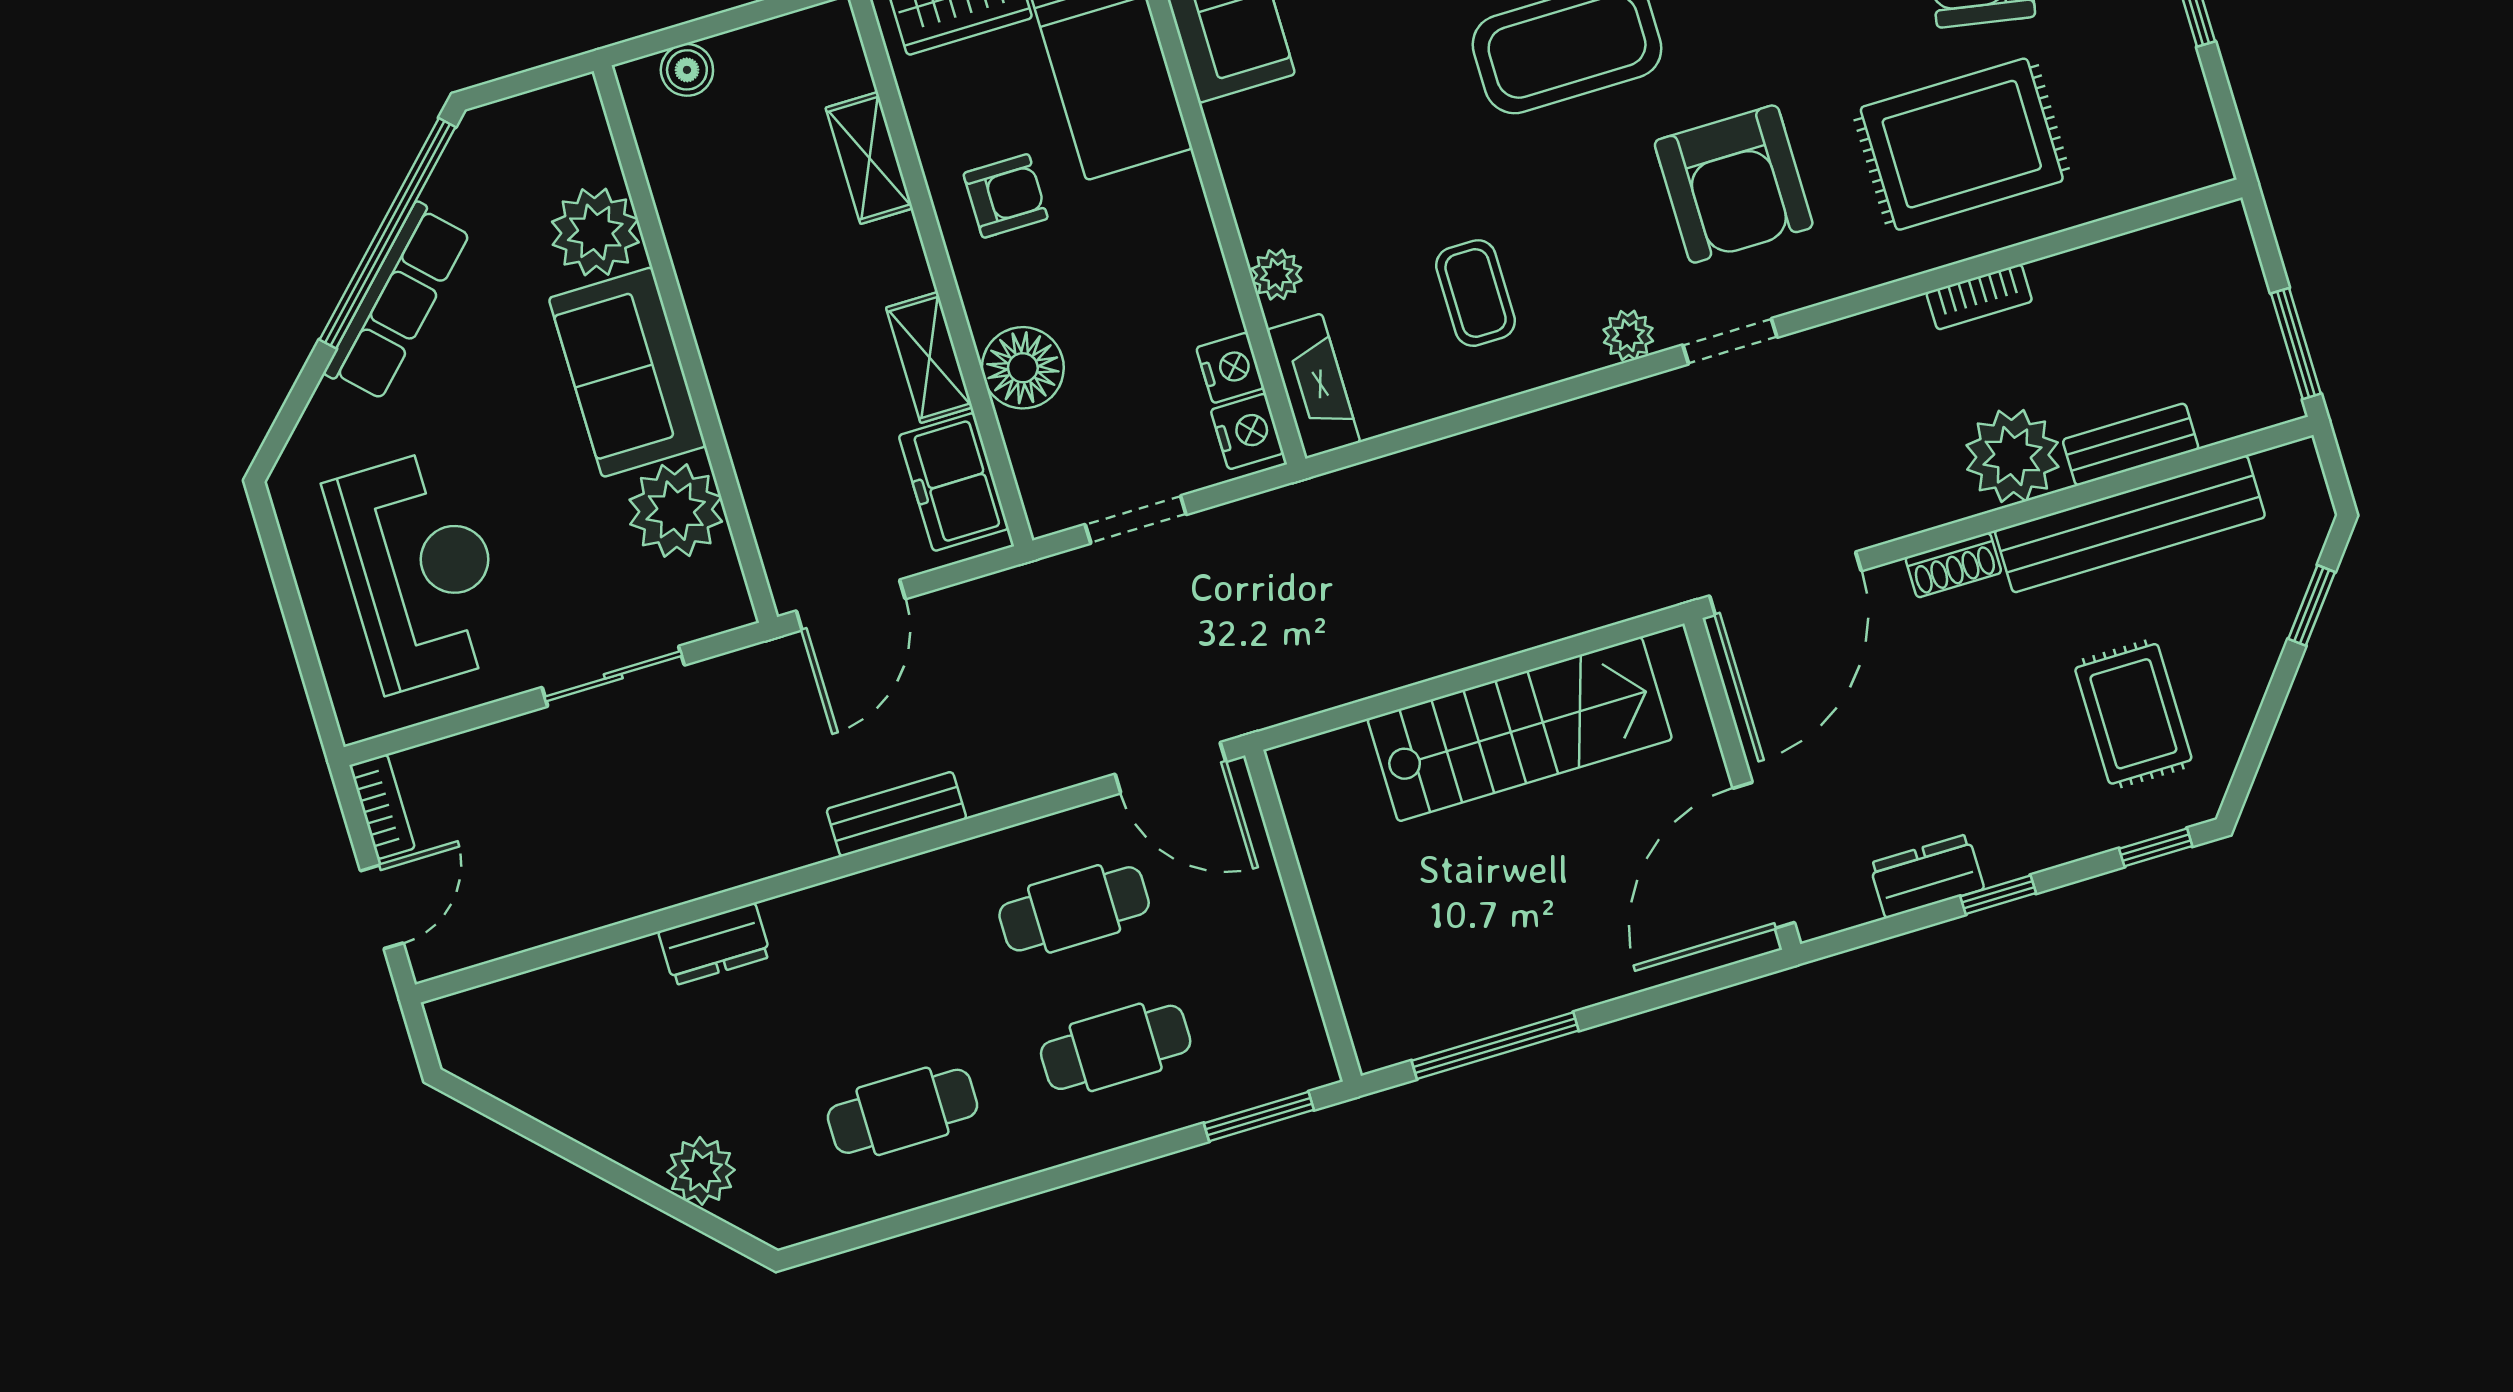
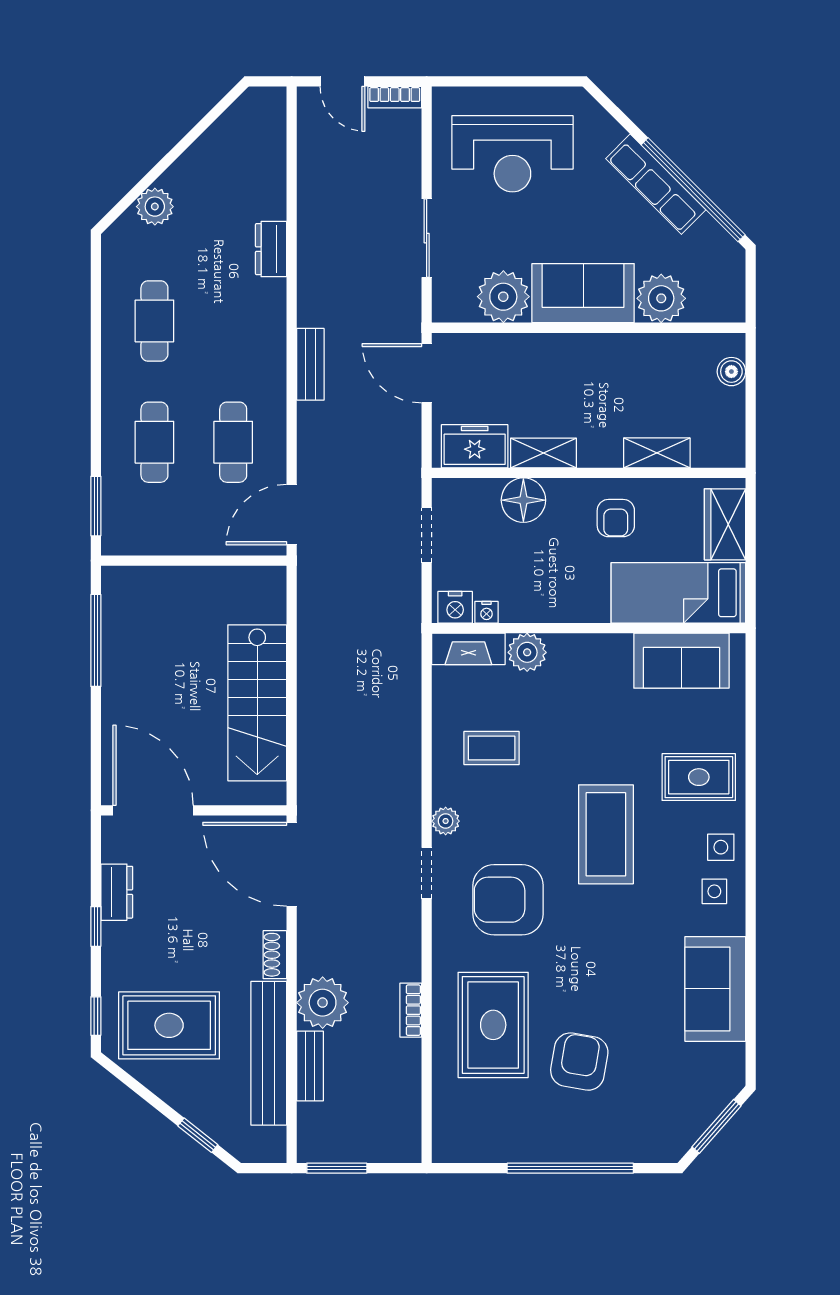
plant: (1277, 275) -> (527, 652), width x1.38, depth x1.38
nightstand: (1230, 368) -> (487, 612), width x0.72, depth x0.74
rug: (2133, 714) -> (169, 1025), width x1.36, depth x1.43

